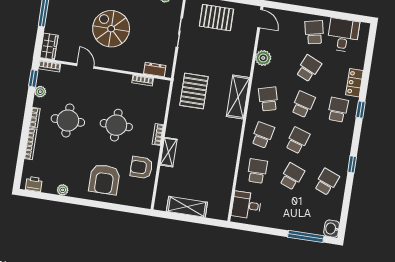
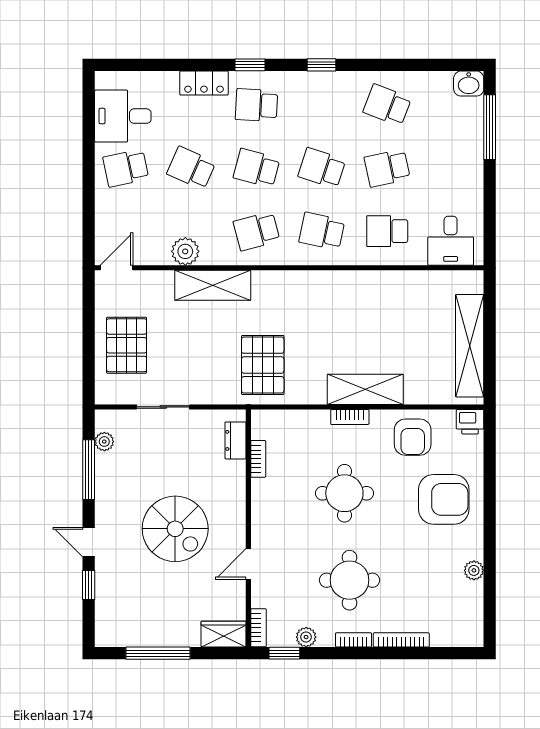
spiral stairs: (111, 29) -> (175, 529), turned -90
pallet: (194, 91) -> (263, 365), turned 90
shelving: (238, 97) -> (213, 285), moved
shelving: (169, 152) -> (365, 389), width x1.50, depth x1.33
window: (352, 164) -> (321, 65), moved
school desk: (292, 176) -> (387, 168), turned -33
printer: (34, 184) -> (470, 422), moved, turned -90
shelving: (187, 207) -> (470, 346), width x1.47

